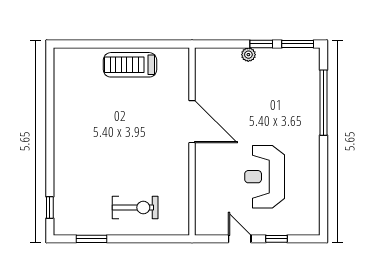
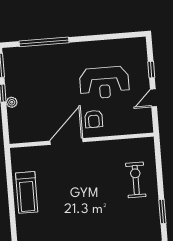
armchair: (218, 159) -> (94, 119), added

